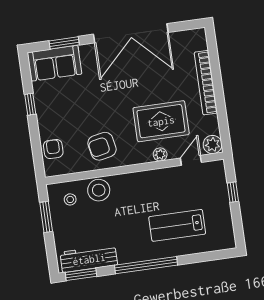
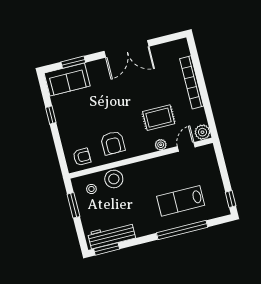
double door: (131, 33) -> (127, 49), width x0.73
rug: (161, 121) -> (159, 118), width x0.73, depth x0.70
armchair: (102, 146) -> (113, 143), turned -79
armchair: (53, 149) -> (82, 157), moved, turned 89
window: (233, 192) -> (231, 199), moved
window: (146, 265) -> (182, 230), moved

